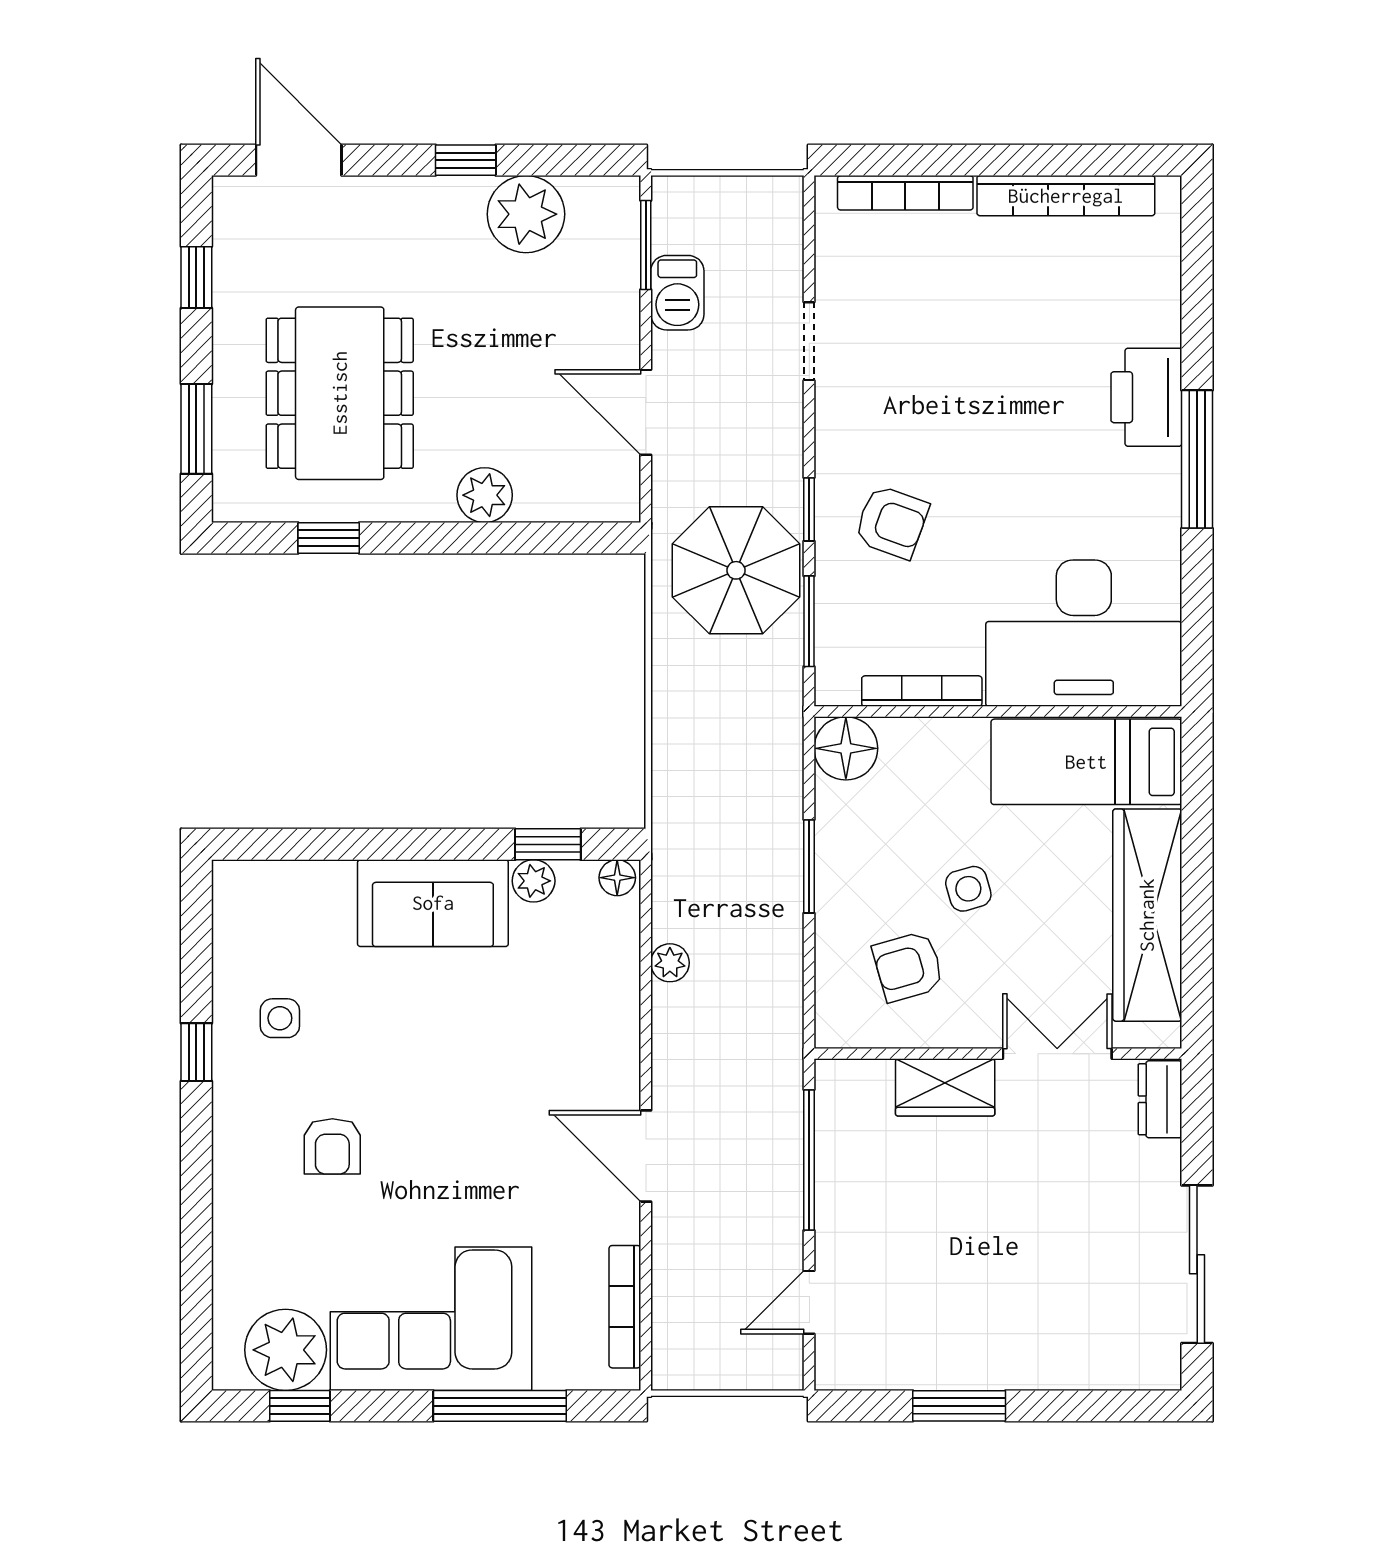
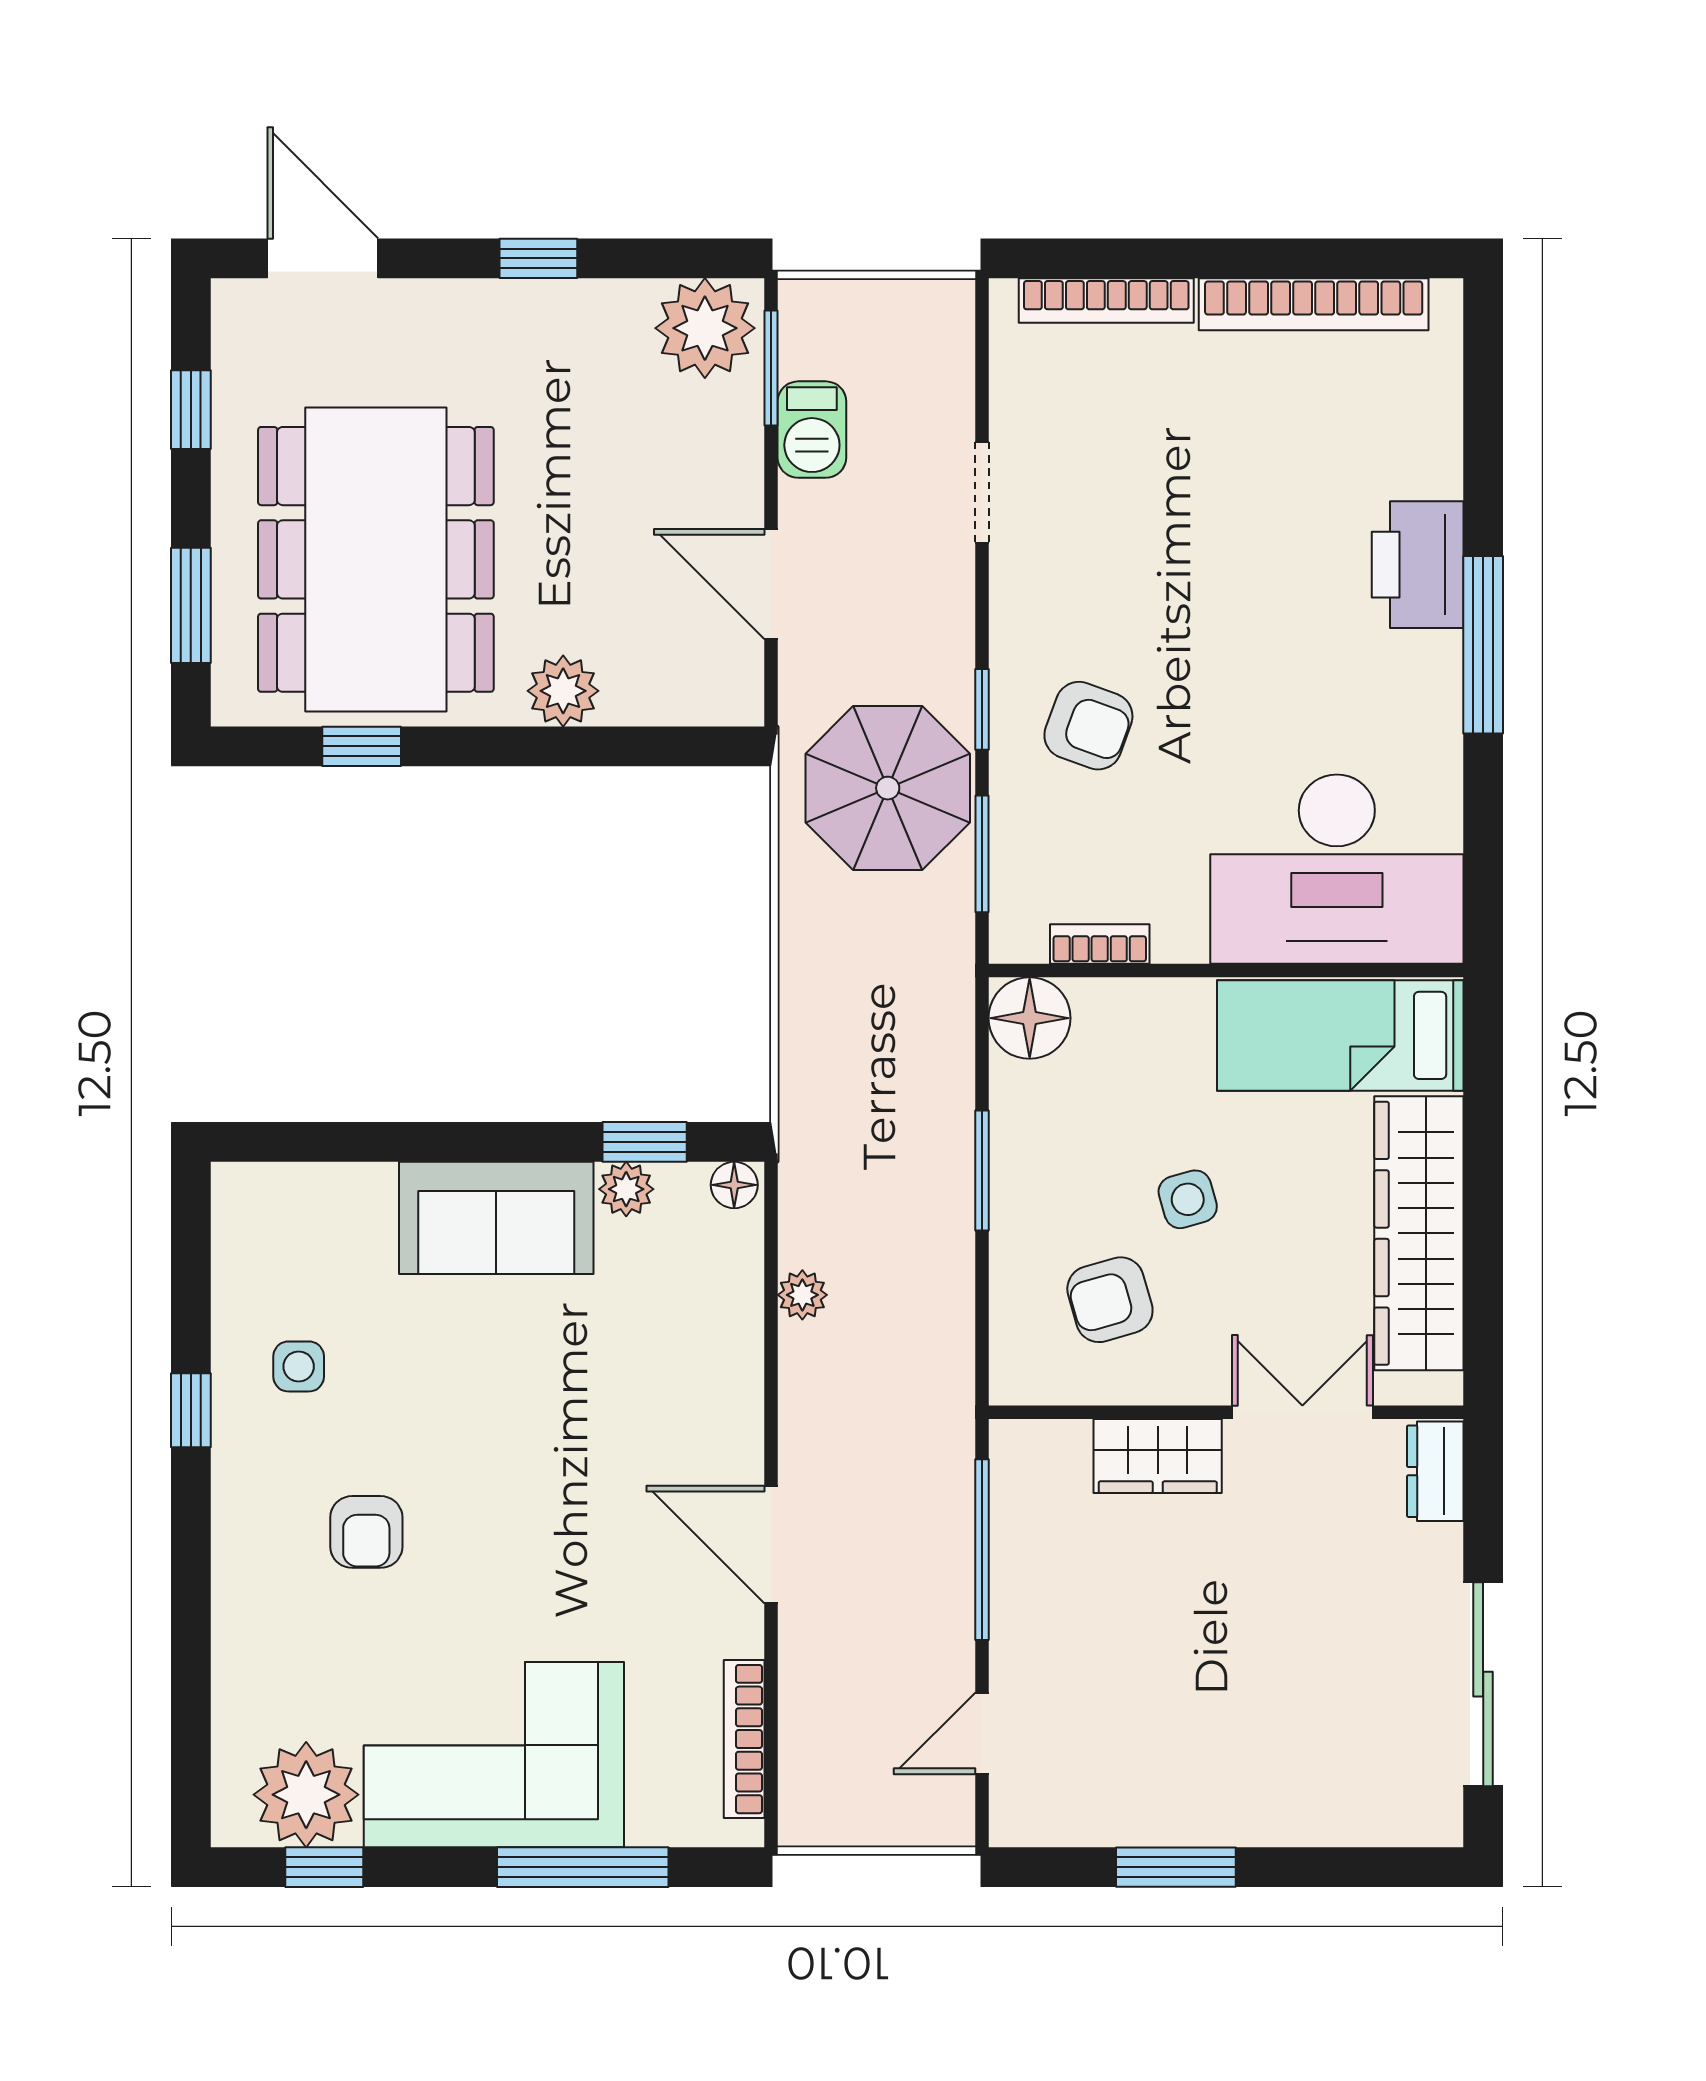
plant: (526, 214) -> (705, 328), moved
dining table: (340, 393) -> (376, 559), width x1.36, depth x1.24
bookcase: (922, 691) -> (1100, 944), width x0.64

